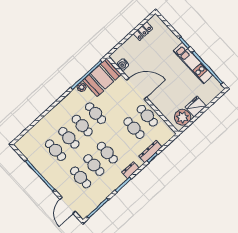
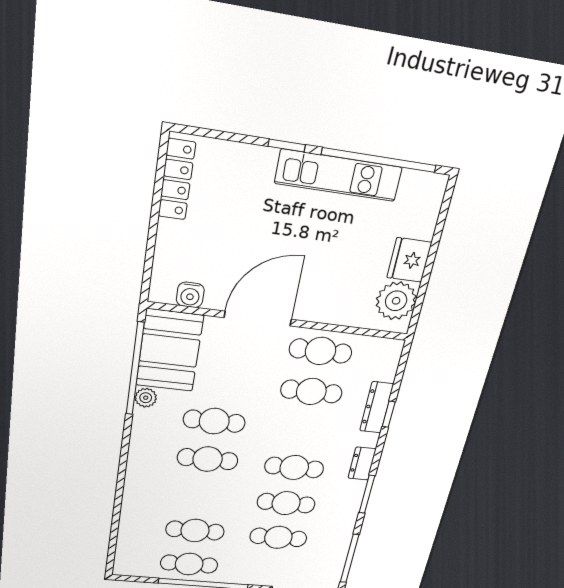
locker: (143, 31) -> (177, 180), width x1.53
cafe table: (69, 138) -> (189, 564), moved

